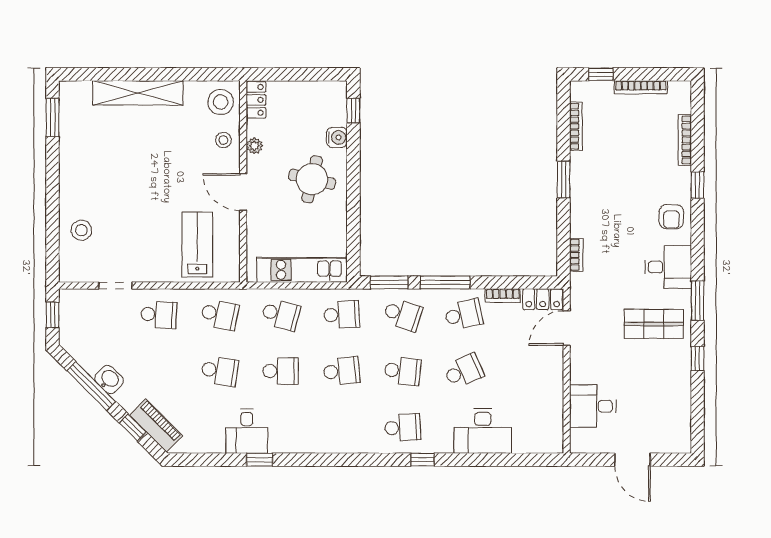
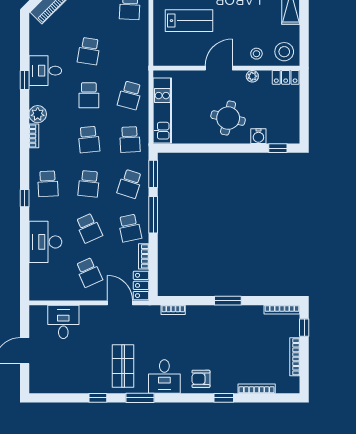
bookcase: (576, 126) -> (282, 310), moved
lab bench: (197, 245) -> (189, 21), moved
school desk: (220, 315) -> (89, 272), moved, turned -36
plant: (307, 442) -> (38, 114), added
bookcase: (337, 447) -> (34, 136), added

